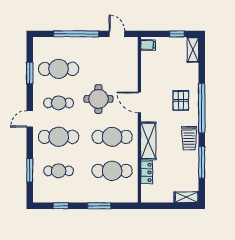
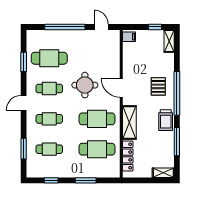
cafe table: (59, 137) -> (49, 119), width x0.73, depth x0.74
locker: (147, 172) -> (128, 156), width x1.53

